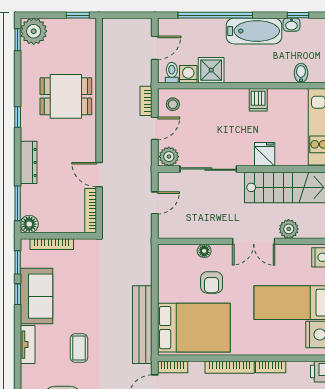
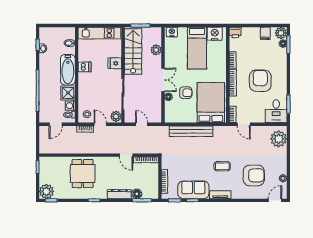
bathtub: (254, 31) -> (68, 70), moved, turned 180
door: (155, 48) -> (56, 124), swing flipped
door: (99, 175) -> (126, 155), hinge flipped
floor lamp: (29, 224) -> (137, 194), moved
double door: (254, 241) -> (163, 80), moved
bench: (142, 325) -> (191, 131), moved

